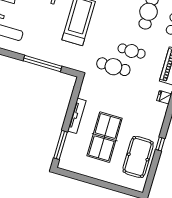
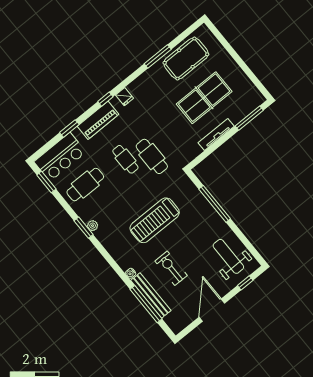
window: (160, 144) -> (158, 56), width x2.17

